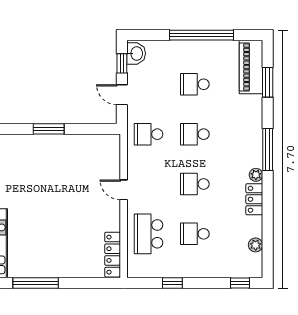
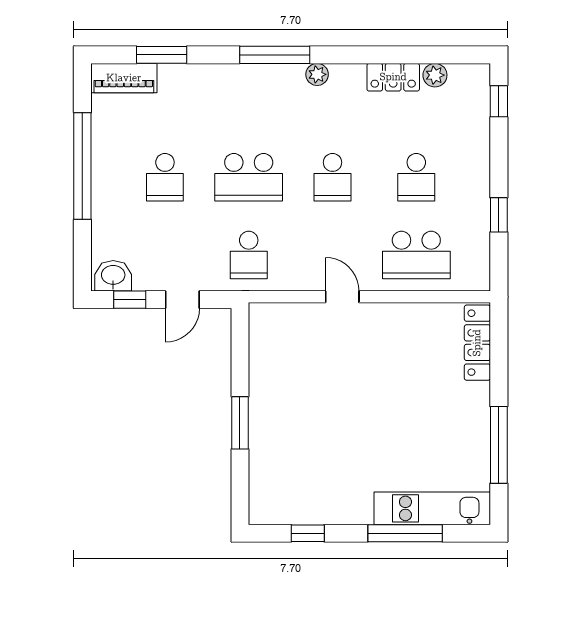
piano: (251, 67) -> (124, 78), width x0.73, depth x0.75
school desk: (195, 134) -> (249, 177), width x1.85
door: (124, 190) -> (342, 297), swing flipped
locker: (254, 199) -> (393, 77), moved
locker: (113, 255) -> (477, 343), moved, turned 90

